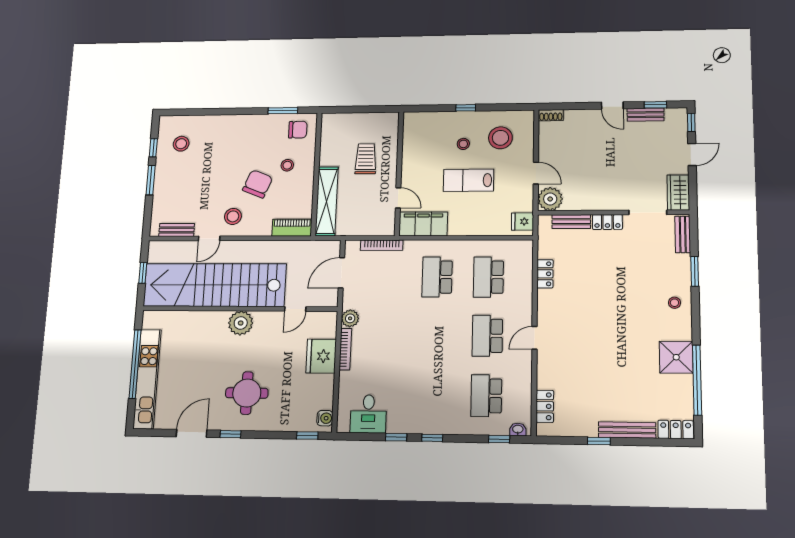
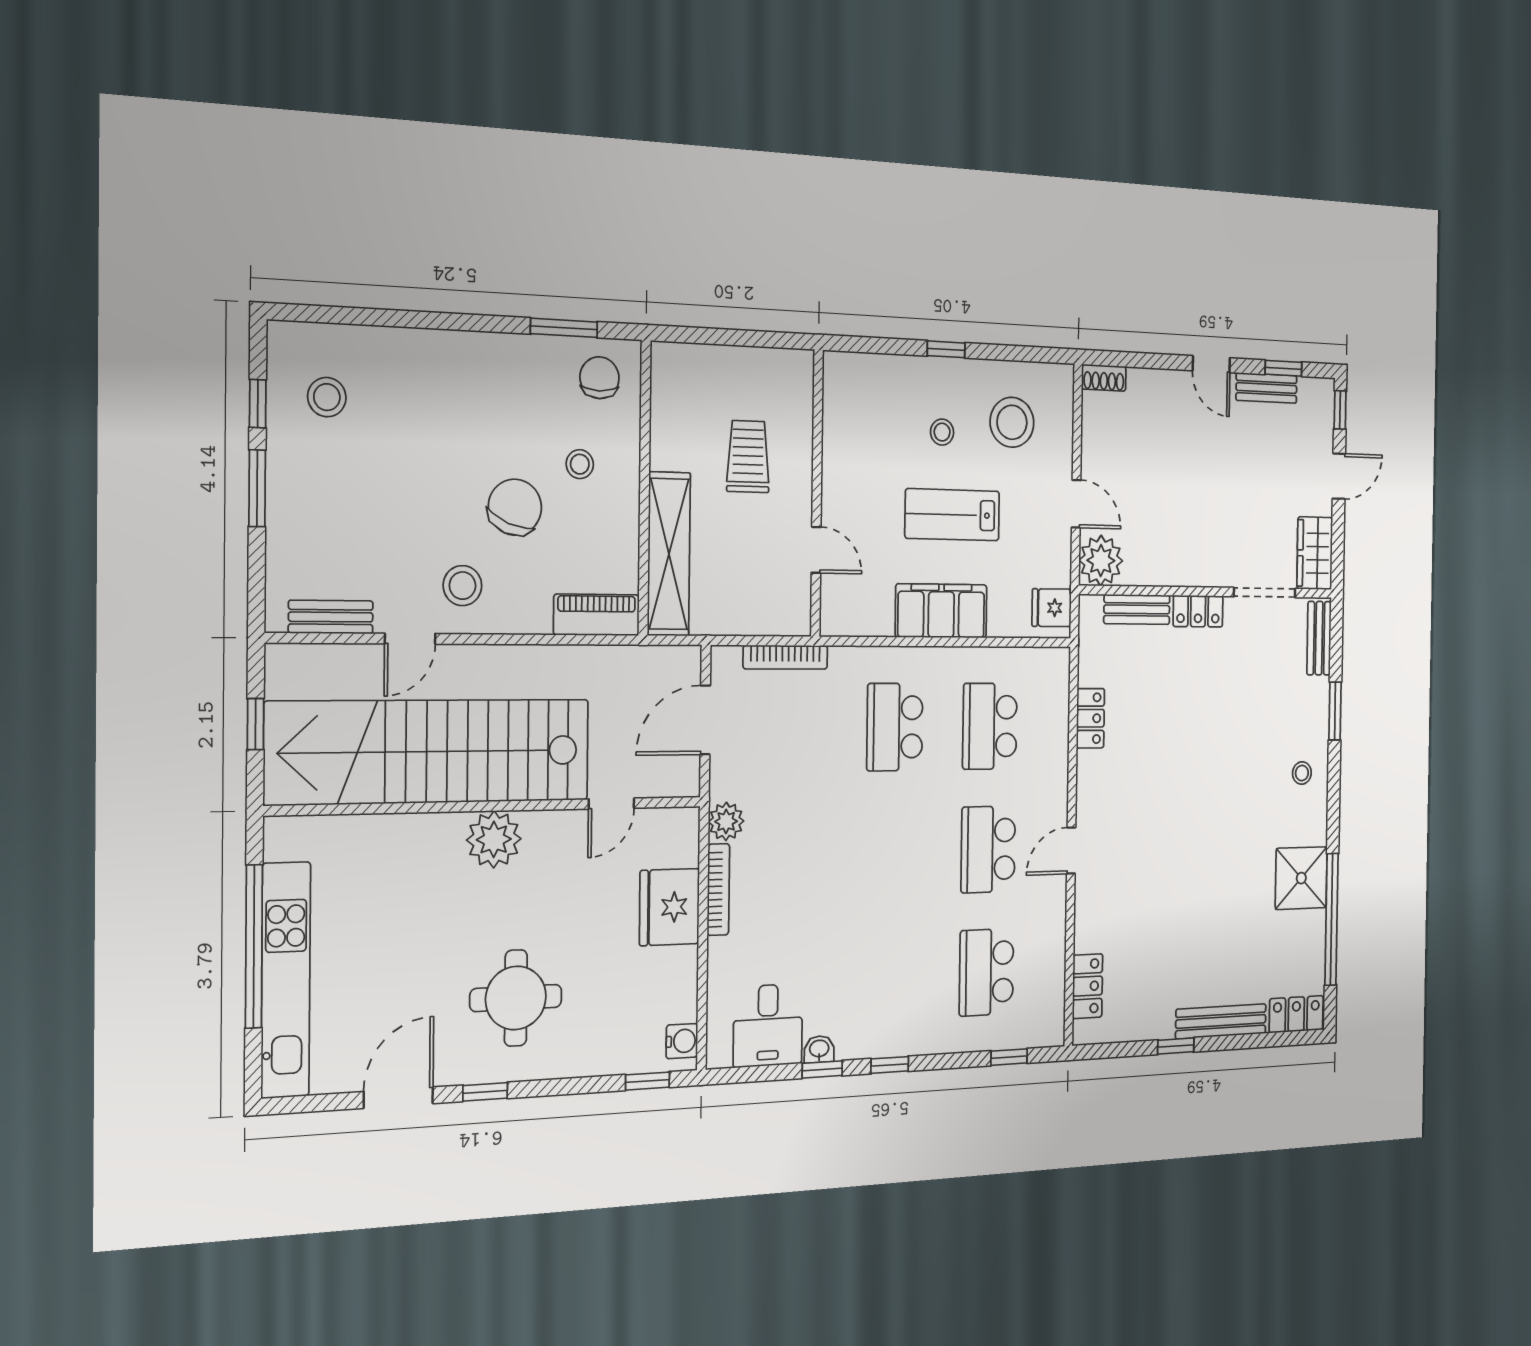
chair: (298, 130) -> (600, 378), turned -90
filing cabinet: (423, 224) -> (941, 611), moved
washbasin: (518, 429) -> (819, 1049), moved

